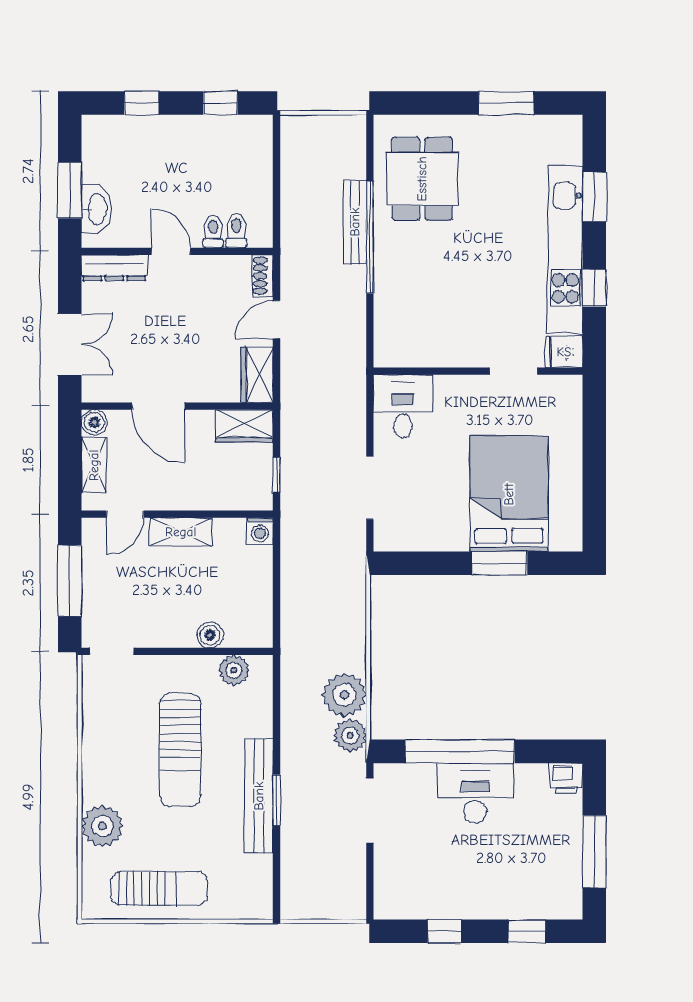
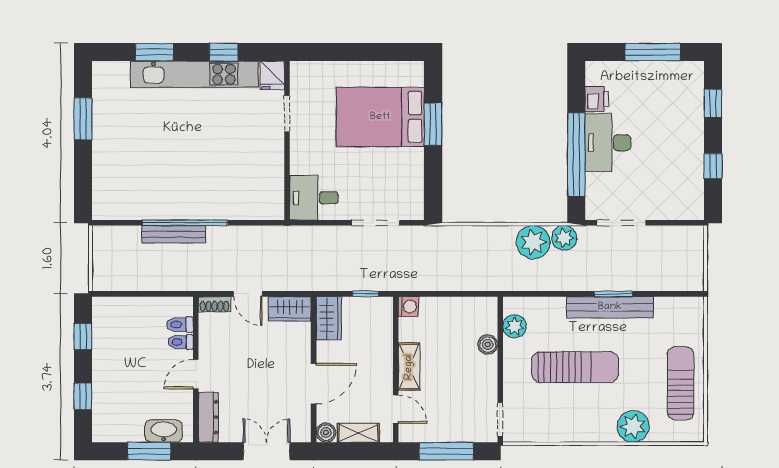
dining table: (422, 179) -> (141, 183), removed
printer: (566, 778) -> (597, 99), moved

